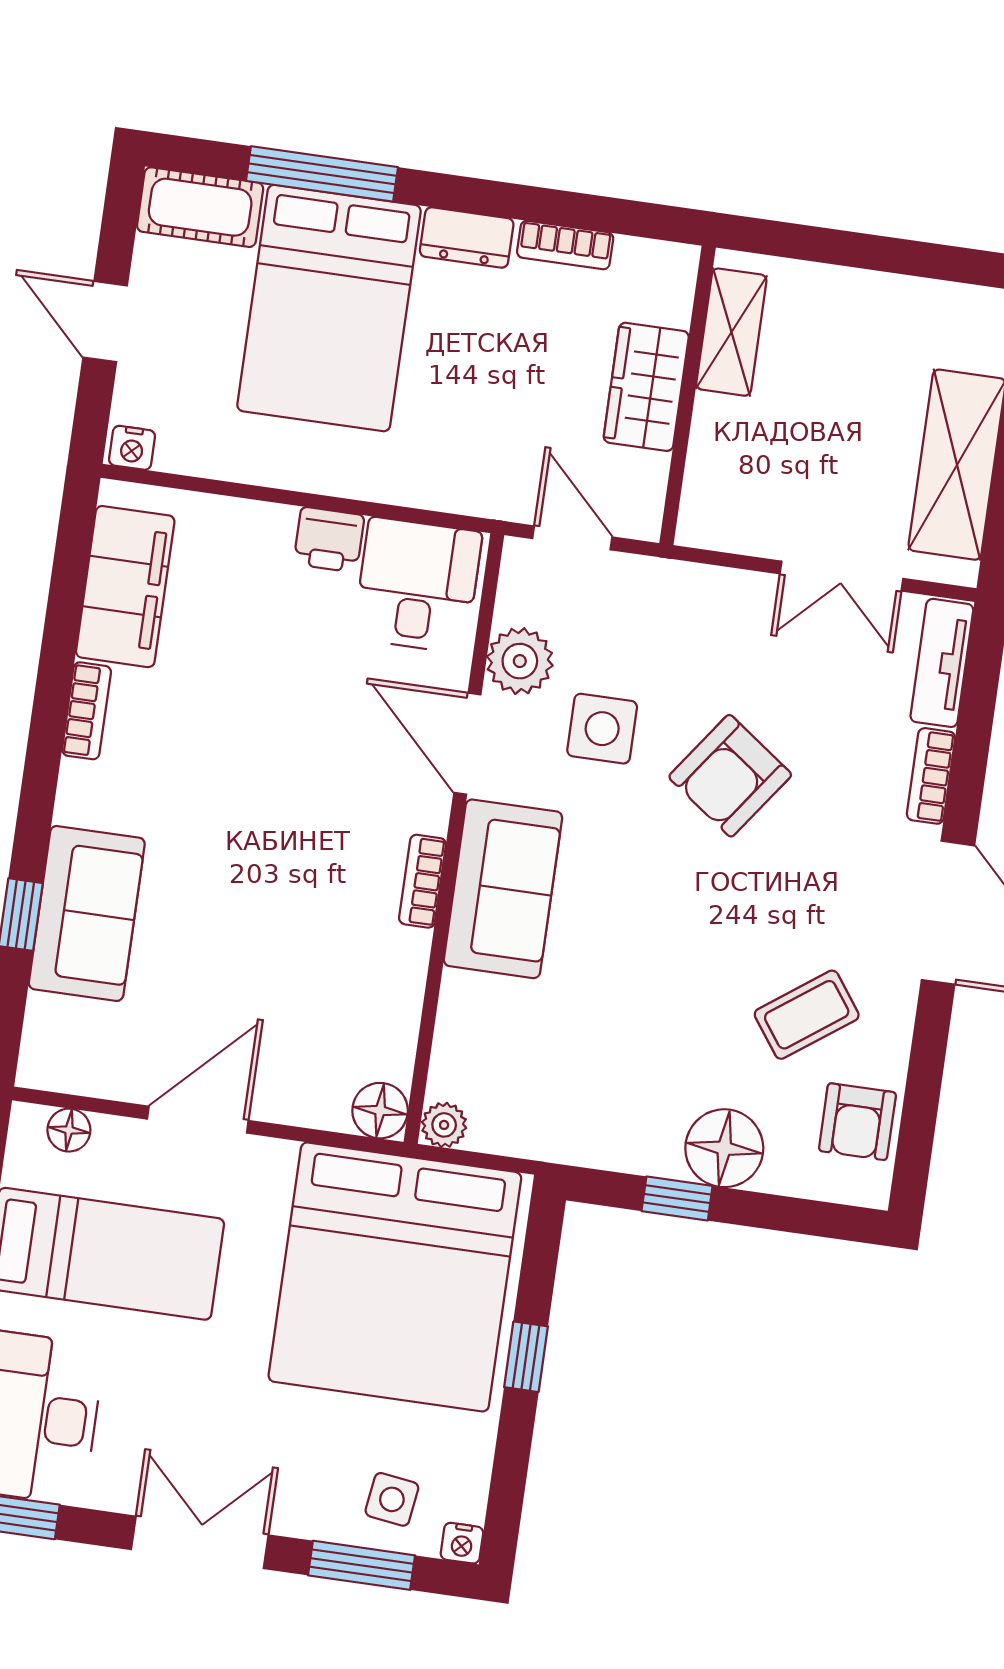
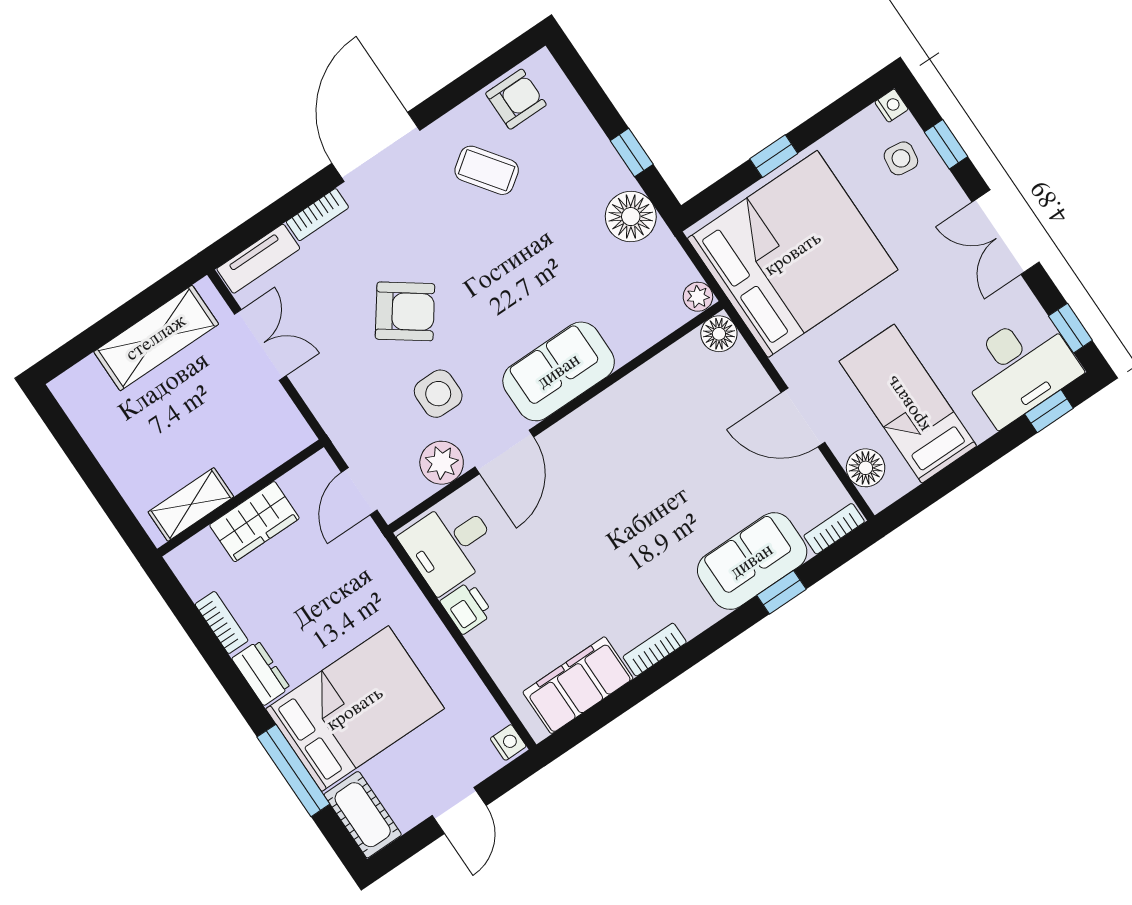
bookcase: (422, 881) -> (834, 529), moved, turned 180
floor lamp: (69, 1130) -> (866, 468), width x1.37, depth x1.37
floor lamp: (724, 1148) -> (631, 217), moved
window: (361, 1565) -> (946, 144), width x0.67

